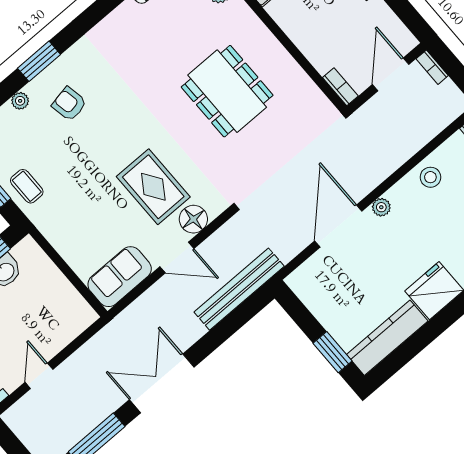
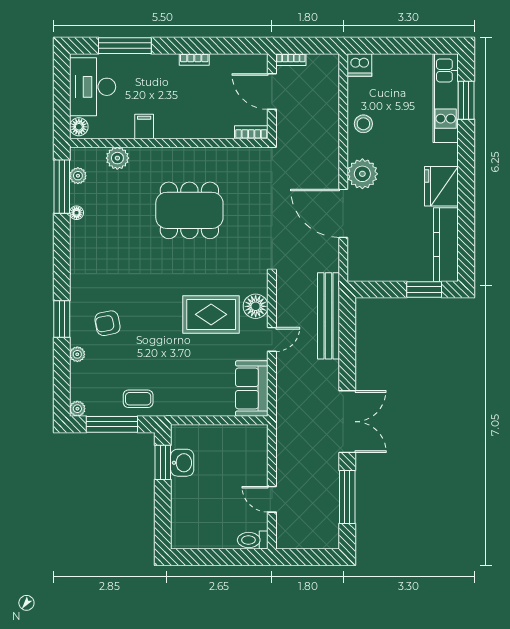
plant: (381, 207) -> (362, 174), width x1.87, depth x1.87
door: (177, 258) -> (272, 339), width x0.73
double door: (162, 383) -> (347, 422), swing flipped

